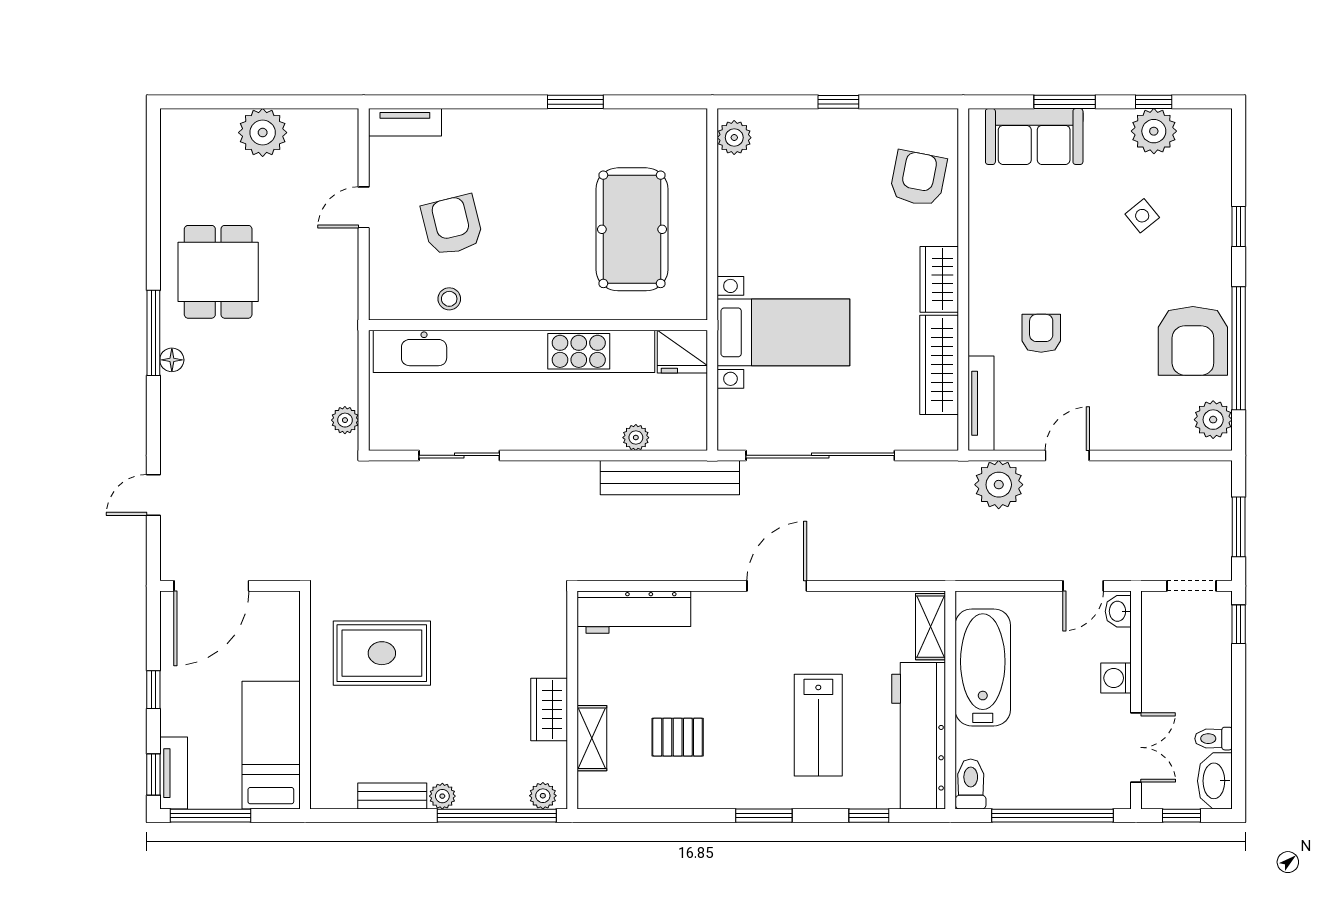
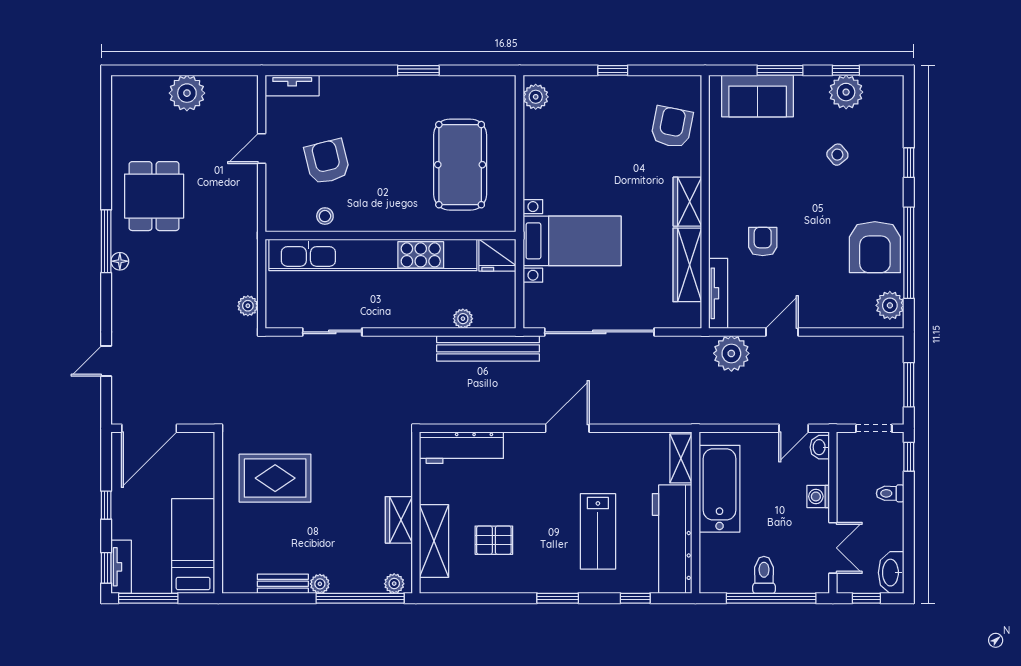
shelving: (592, 738) -> (434, 541), width x1.50, depth x1.33
toilet: (1213, 739) -> (890, 493), moved
toilet: (971, 784) -> (764, 575), moved

